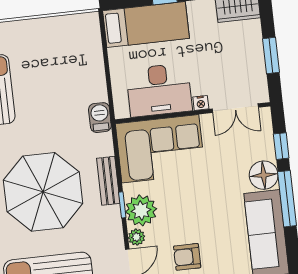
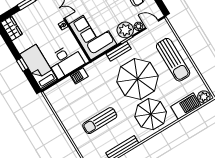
desk: (159, 90) -> (65, 61), moved, turned 90
barbecue: (100, 118) -> (79, 76), moved

